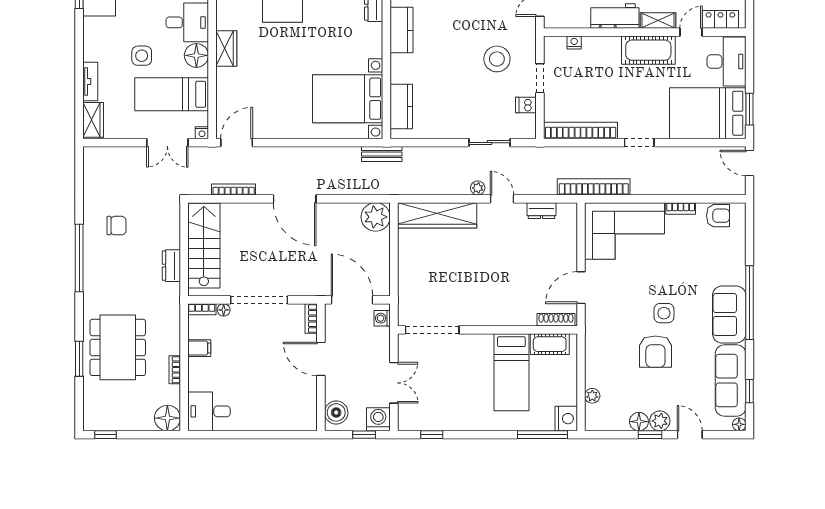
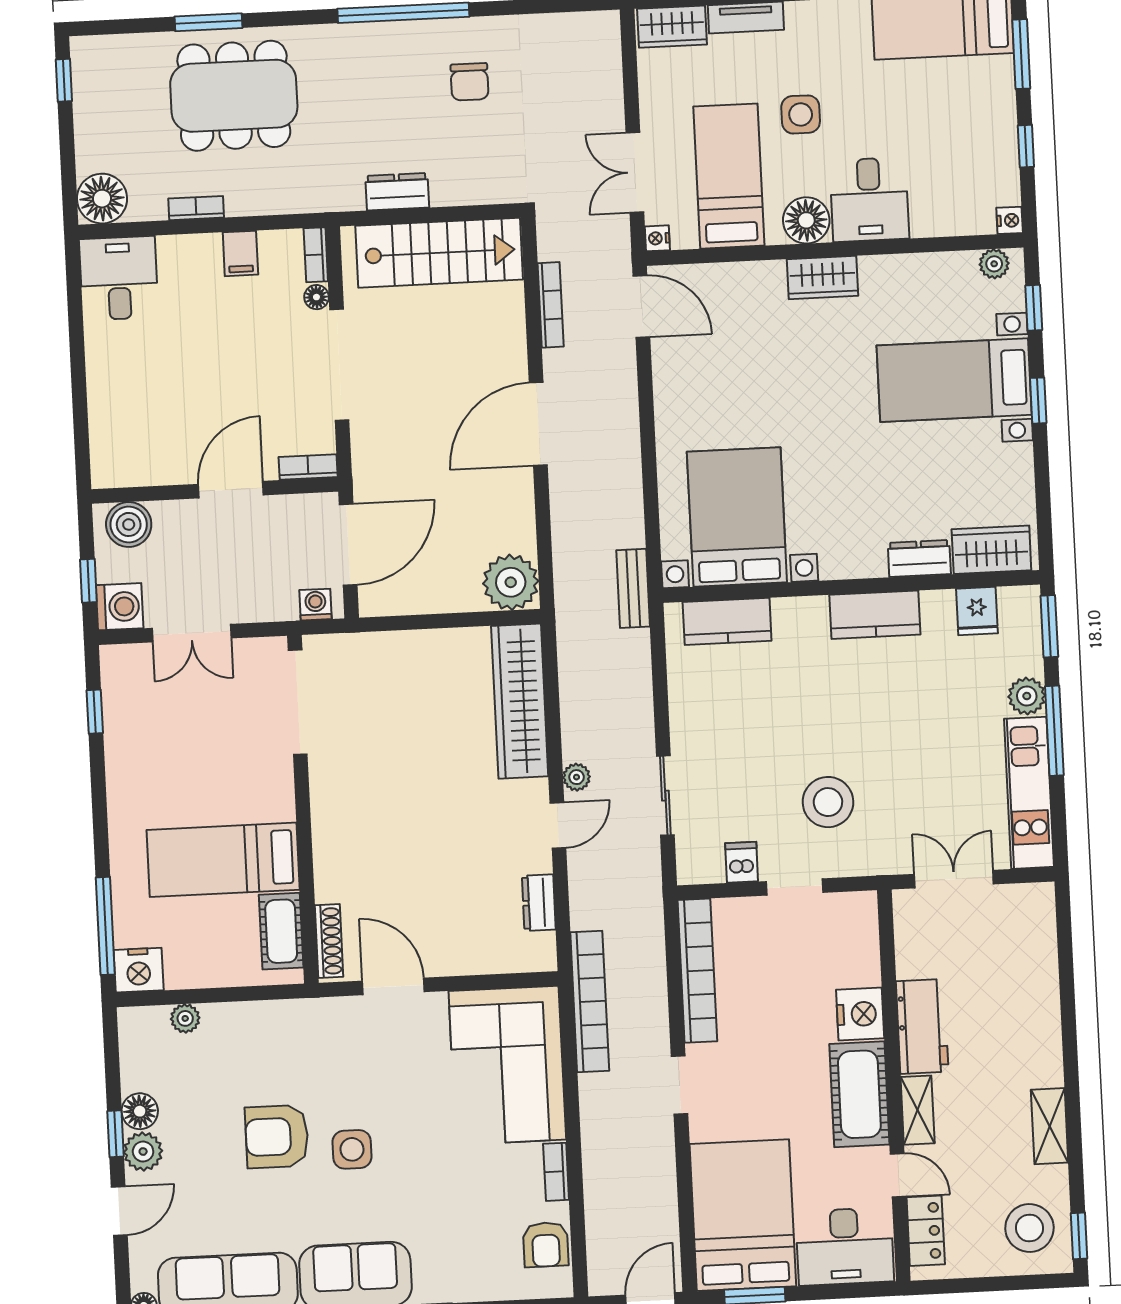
nightstand: (574, 42) -> (860, 1014), moved, width x1.89, depth x1.79

